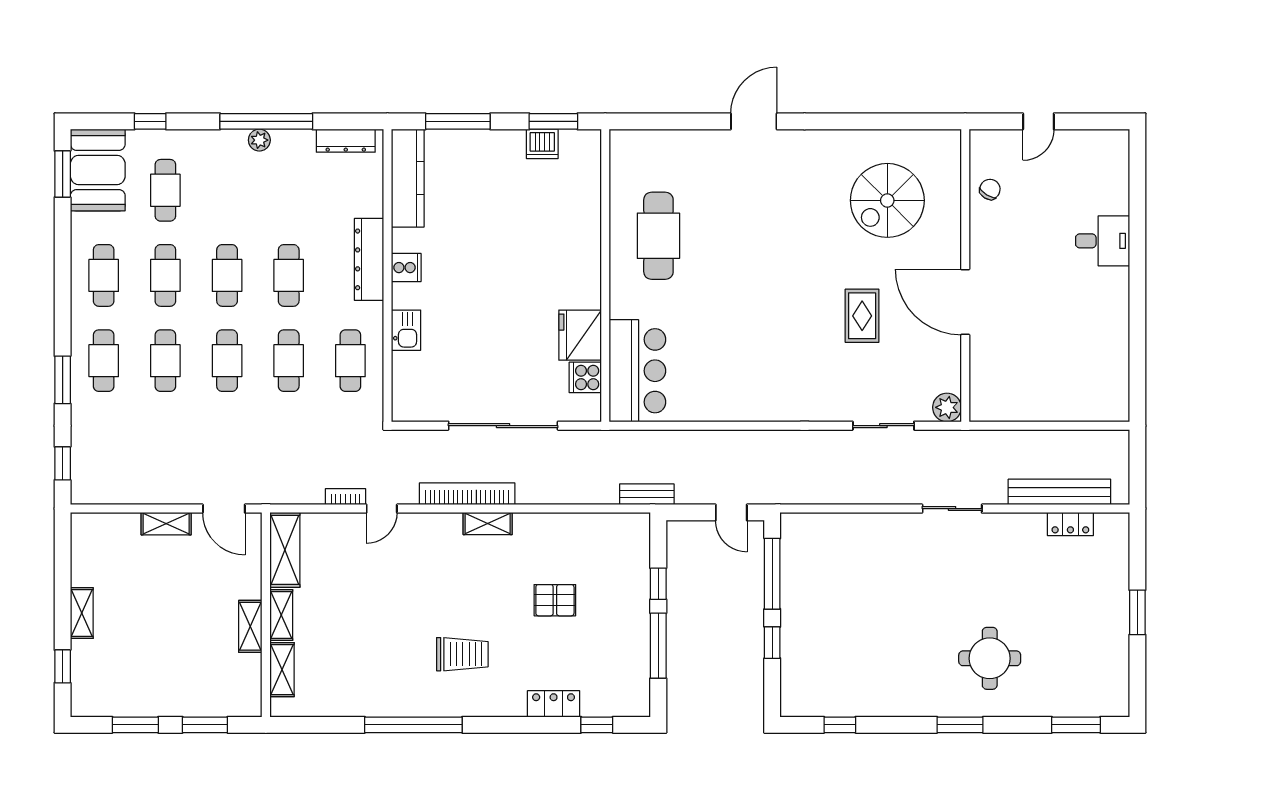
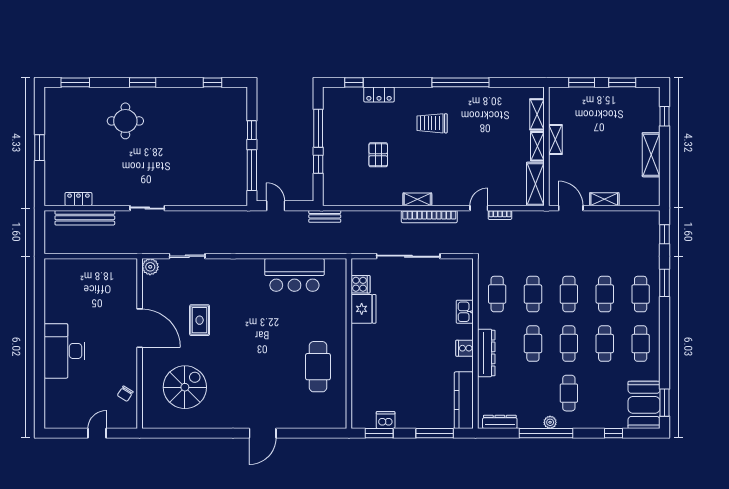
cafe table: (165, 190) -> (569, 393), moved
desk: (1103, 241) -> (64, 351), width x1.87, depth x1.30
bar counter: (637, 371) -> (294, 275), moved, turned -90
pallet: (555, 600) -> (378, 155), turned 90
shelving: (82, 613) -> (651, 155), width x1.50, depth x1.33

